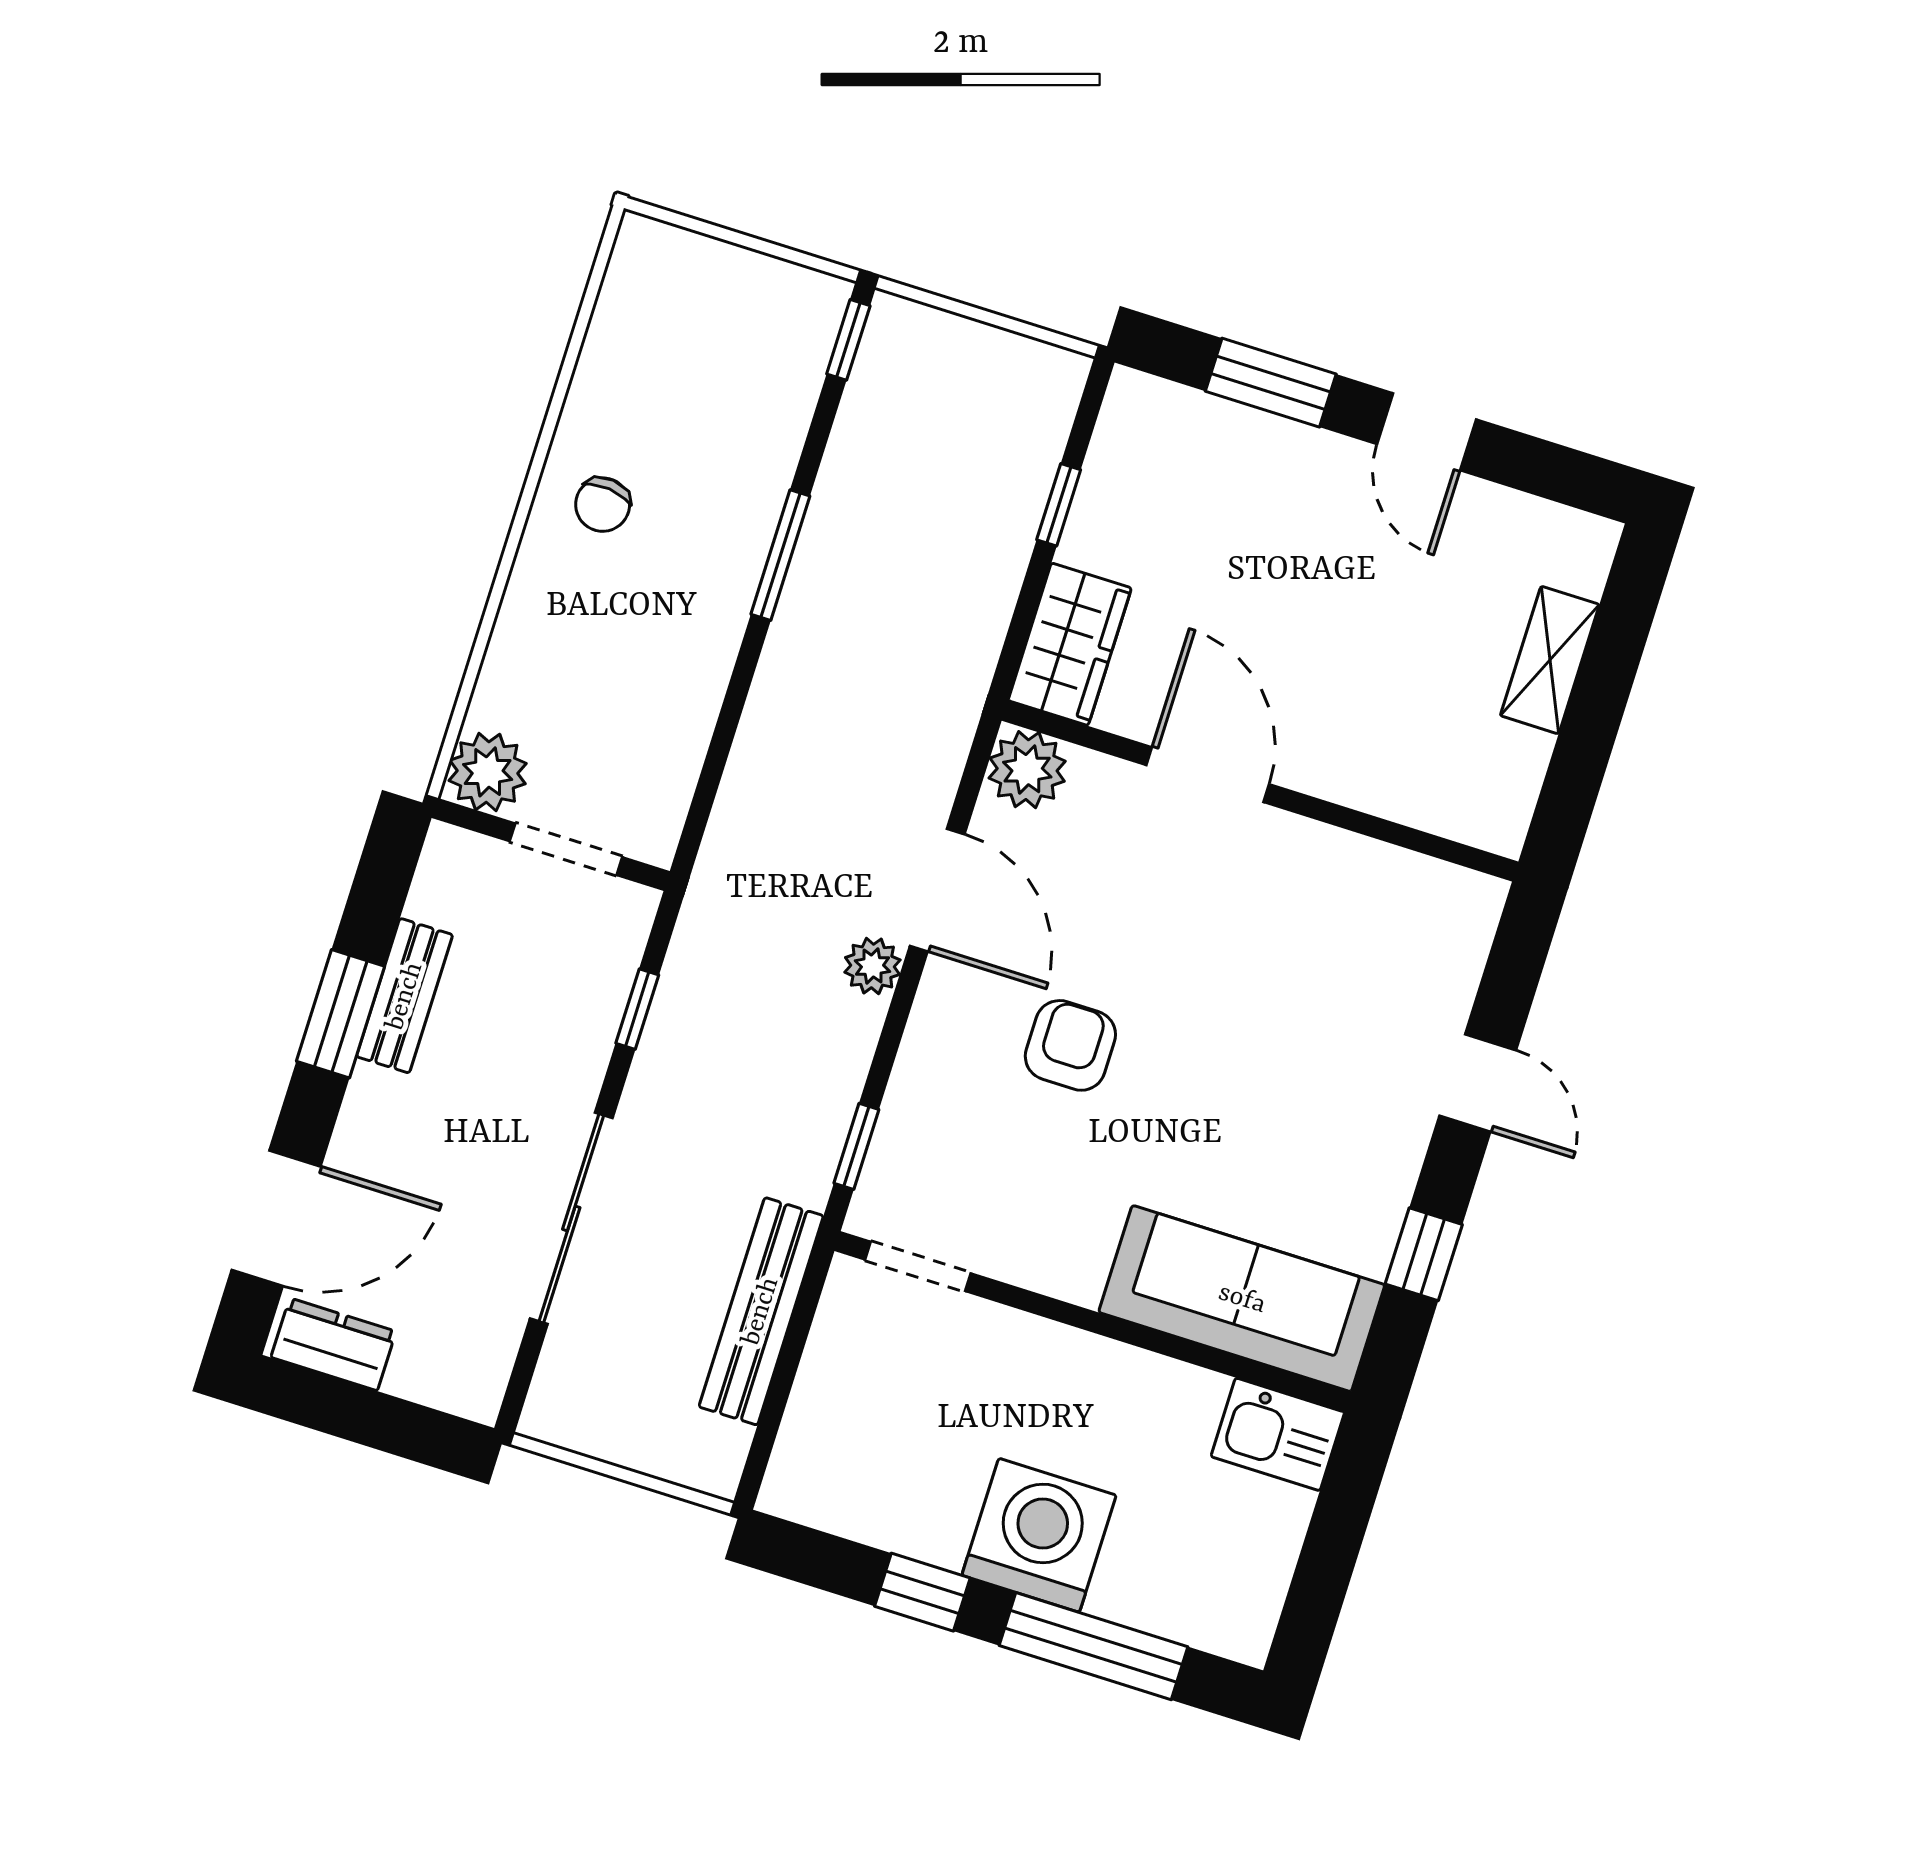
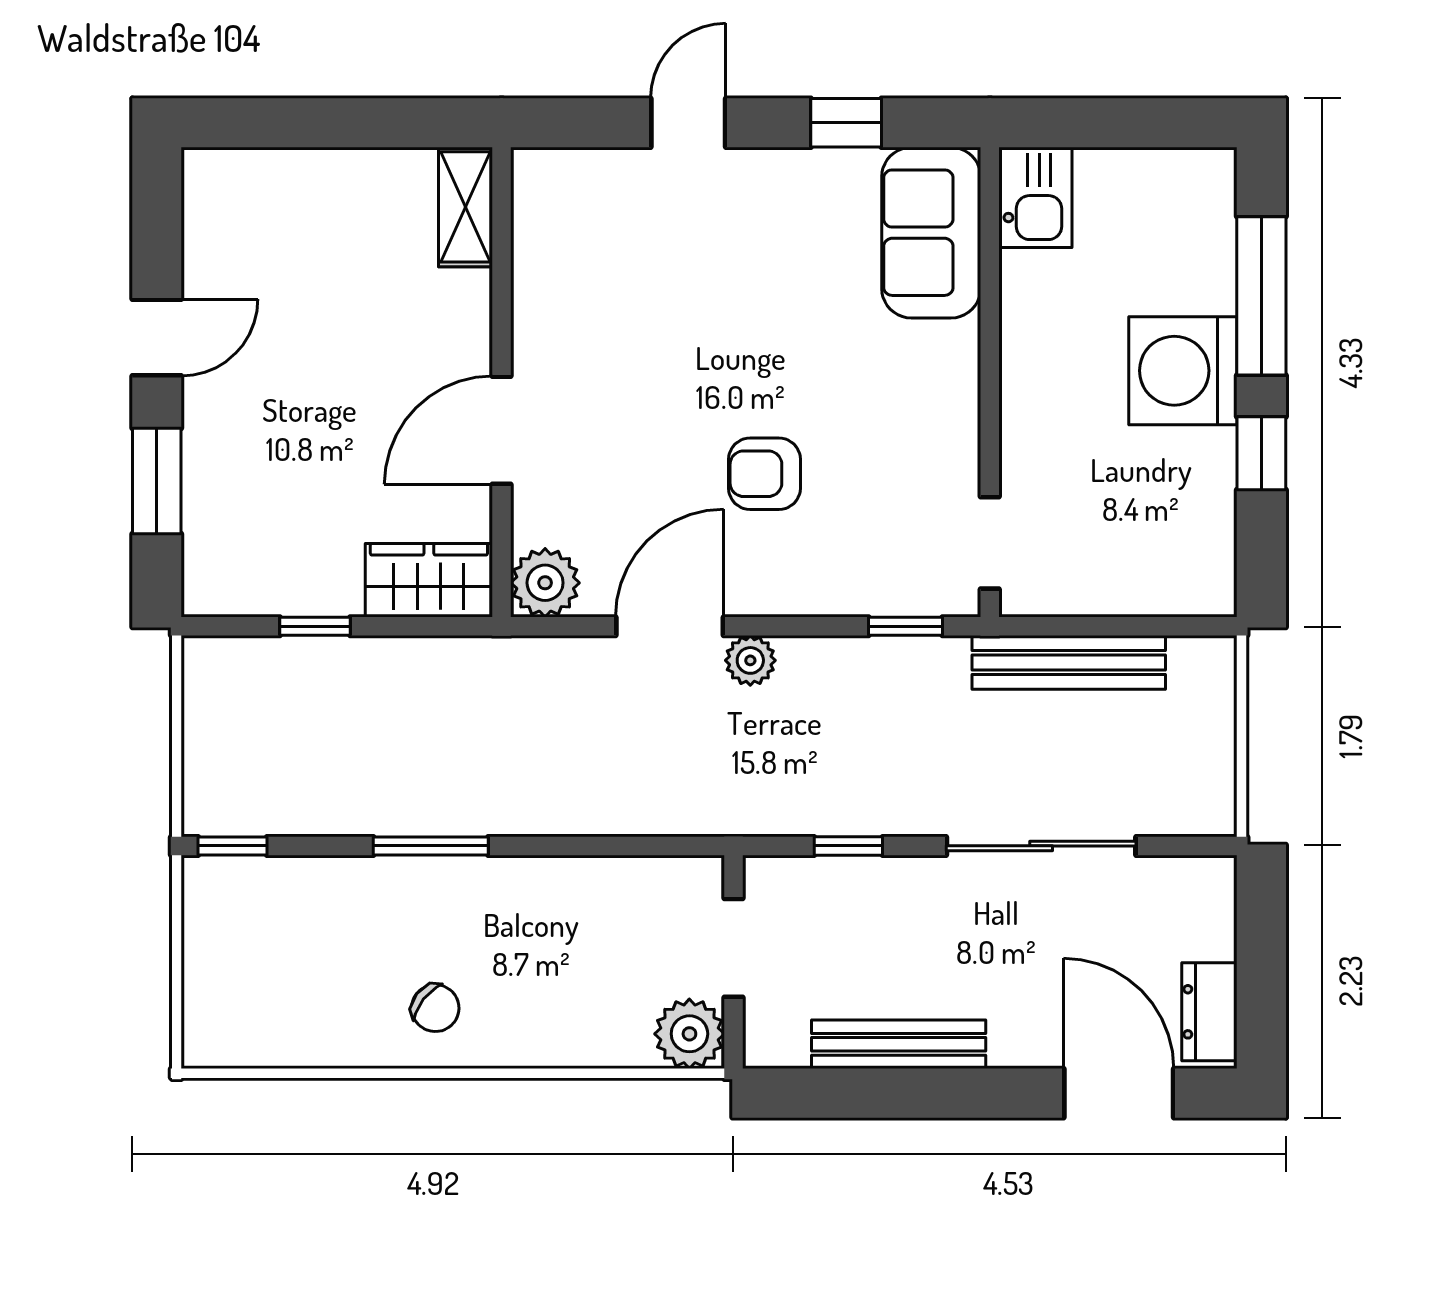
chair: (603, 505) -> (435, 1008), turned 32
shelving: (1550, 660) -> (466, 207), moved, turned 90
bench: (405, 996) -> (899, 1044), width x1.36
window: (341, 1014) -> (931, 1093), removed
sofa: (1242, 1299) -> (931, 233), width x0.73

